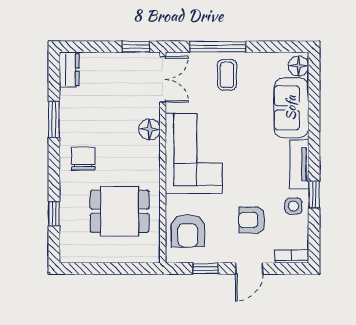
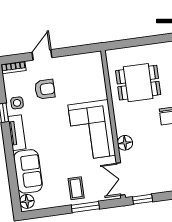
window: (218, 47) -> (85, 207), width x0.69
armchair: (188, 231) -> (89, 76), removed
window: (206, 269) -> (73, 51), removed

